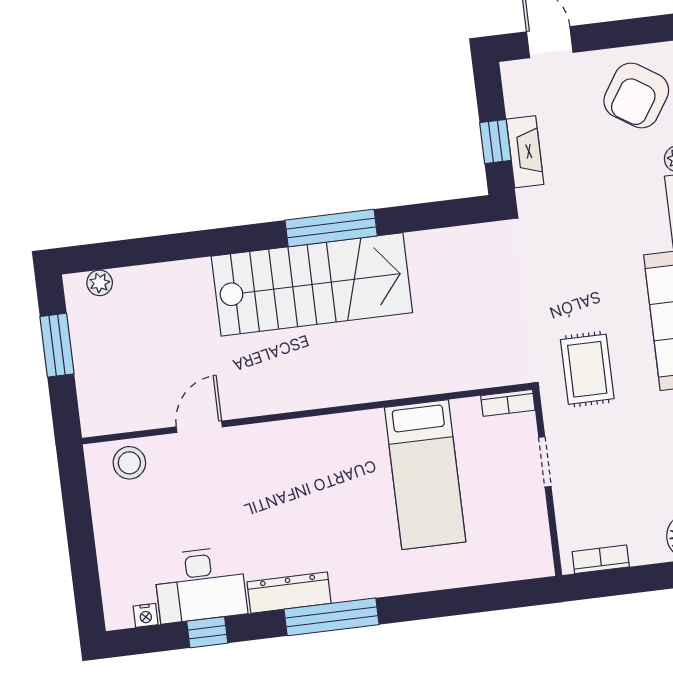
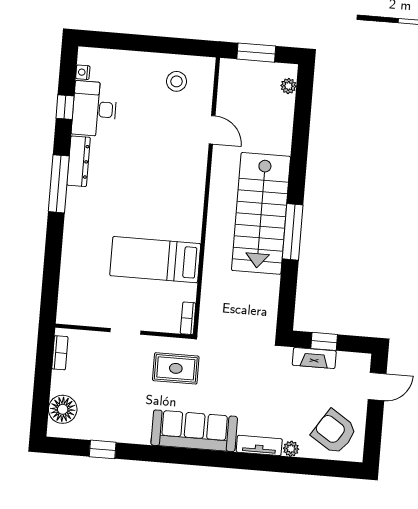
bookcase: (508, 403) -> (188, 318), moved
wall: (307, 414) -> (207, 196), moved
door: (199, 427) -> (212, 130), moved
bed: (425, 475) -> (155, 260), moved

